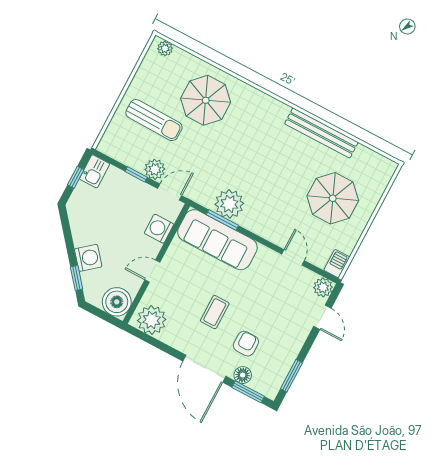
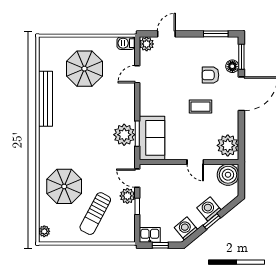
sun lounger: (154, 120) -> (95, 214), turned -153
washing machine: (159, 229) -> (186, 228), moved, turned 141
sofa: (217, 240) -> (152, 138), width x0.73
window: (77, 278) -> (212, 222), moved

